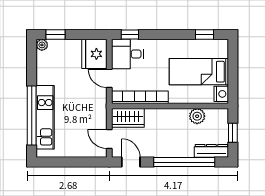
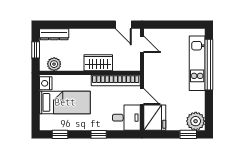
window: (130, 35) -> (99, 134), moved
plant: (42, 45) -> (196, 121), width x1.88, depth x1.88
plant: (197, 116) -> (54, 64), moved
wardrobe: (128, 118) -> (98, 63), moved
window: (184, 162) -> (77, 25), removed

